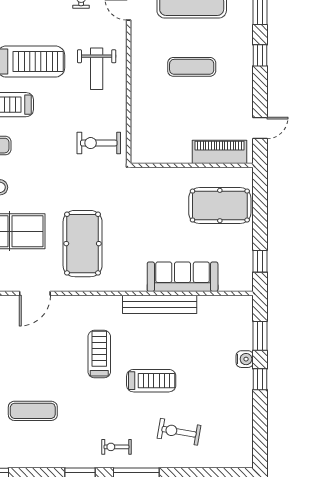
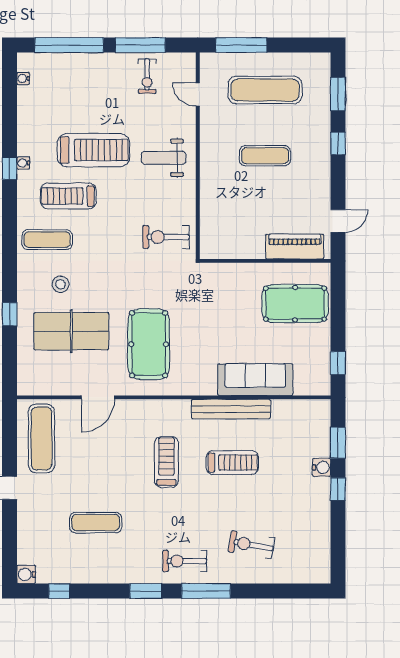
weight bench: (97, 69) -> (164, 158), turned 90
treadmill: (151, 381) -> (232, 462), moved
exercise bike: (116, 447) -> (185, 561), width x1.38, depth x1.39

